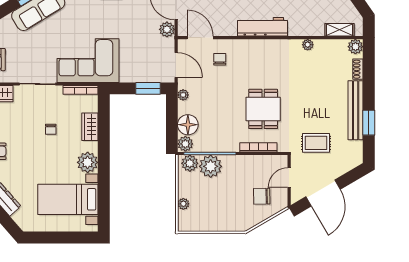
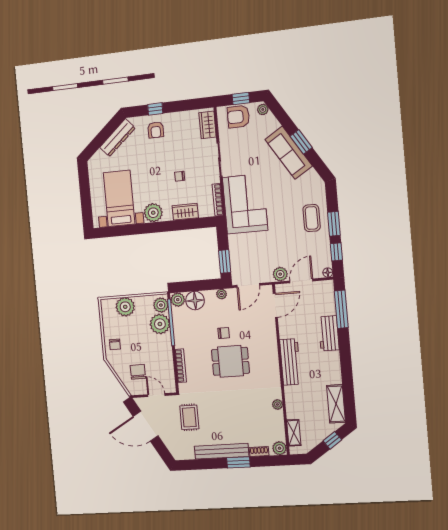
chair: (220, 59) -> (224, 333), moved
dining table: (263, 109) -> (230, 361), moved
window: (369, 123) -> (238, 462), moved
plant: (183, 204) -> (125, 307), width x1.88, depth x1.88
chair: (229, 220) -> (115, 344), added

